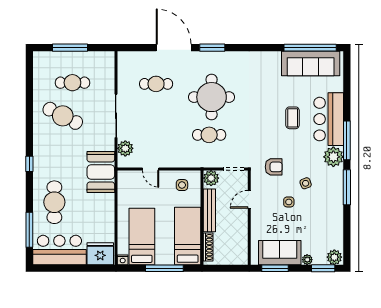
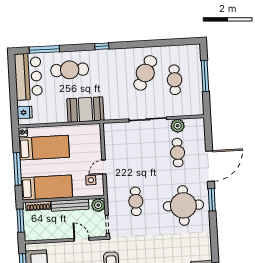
round table: (212, 97) -> (183, 205), moved
plant: (125, 148) -> (178, 126), moved
door: (151, 169) -> (104, 167), moved
booth: (101, 172) -> (85, 110), moved
fridge: (100, 254) -> (25, 112), width x0.53, depth x0.75
window: (224, 268) -> (20, 221), added

